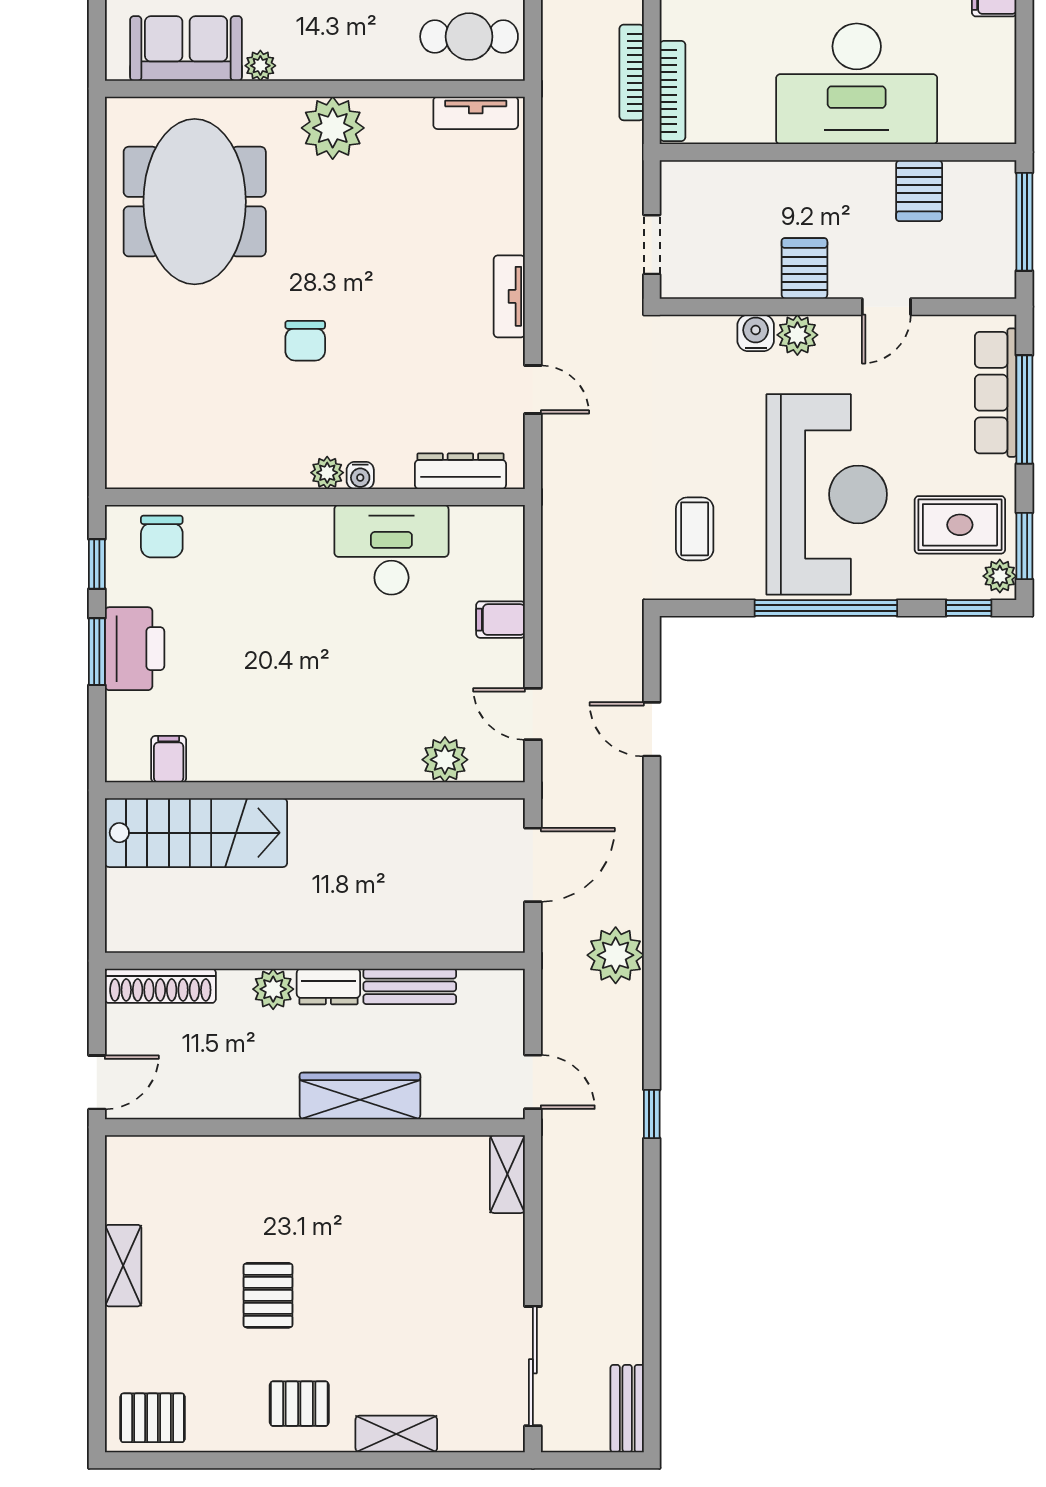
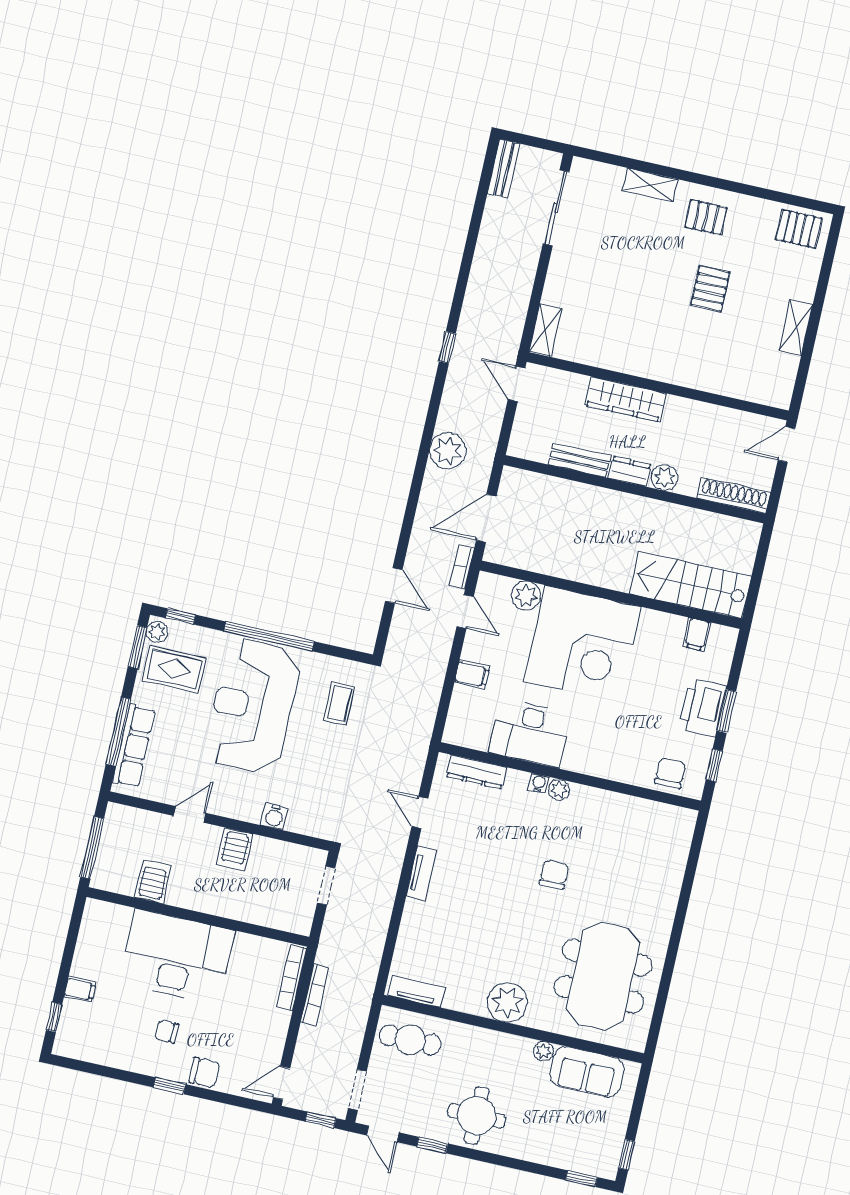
plant: (797, 335) -> (249, 809), removed
corner desk: (341, 705) -> (582, 644), added
bookcase: (554, 782) -> (462, 567), added

